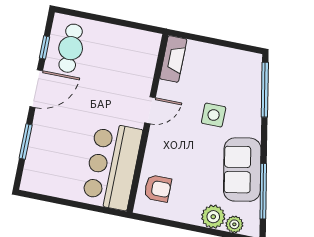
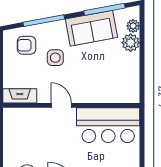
window: (265, 90) -> (44, 21), moved
armchair: (158, 188) -> (27, 45), moved, turned -90

